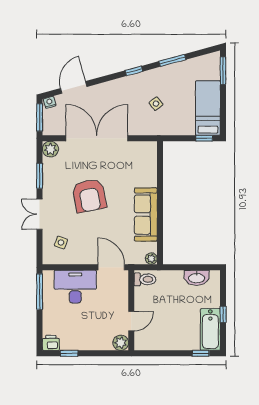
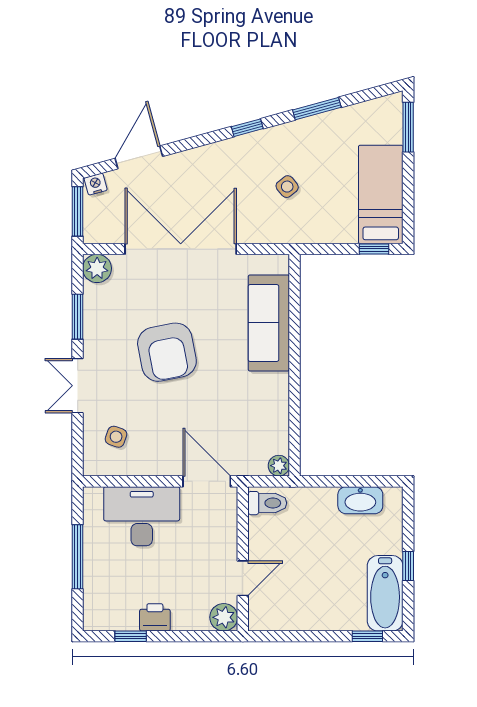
sofa: (146, 215) -> (269, 323), moved
window: (40, 292) -> (78, 557), moved
printer: (51, 343) -> (155, 617), moved

